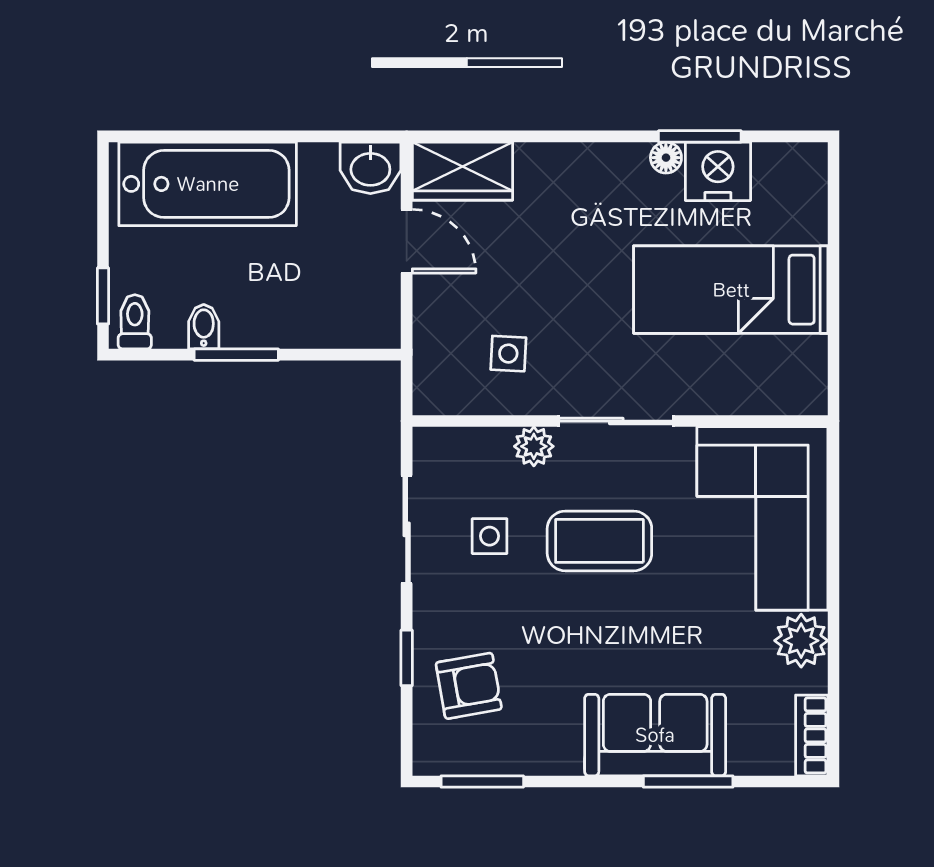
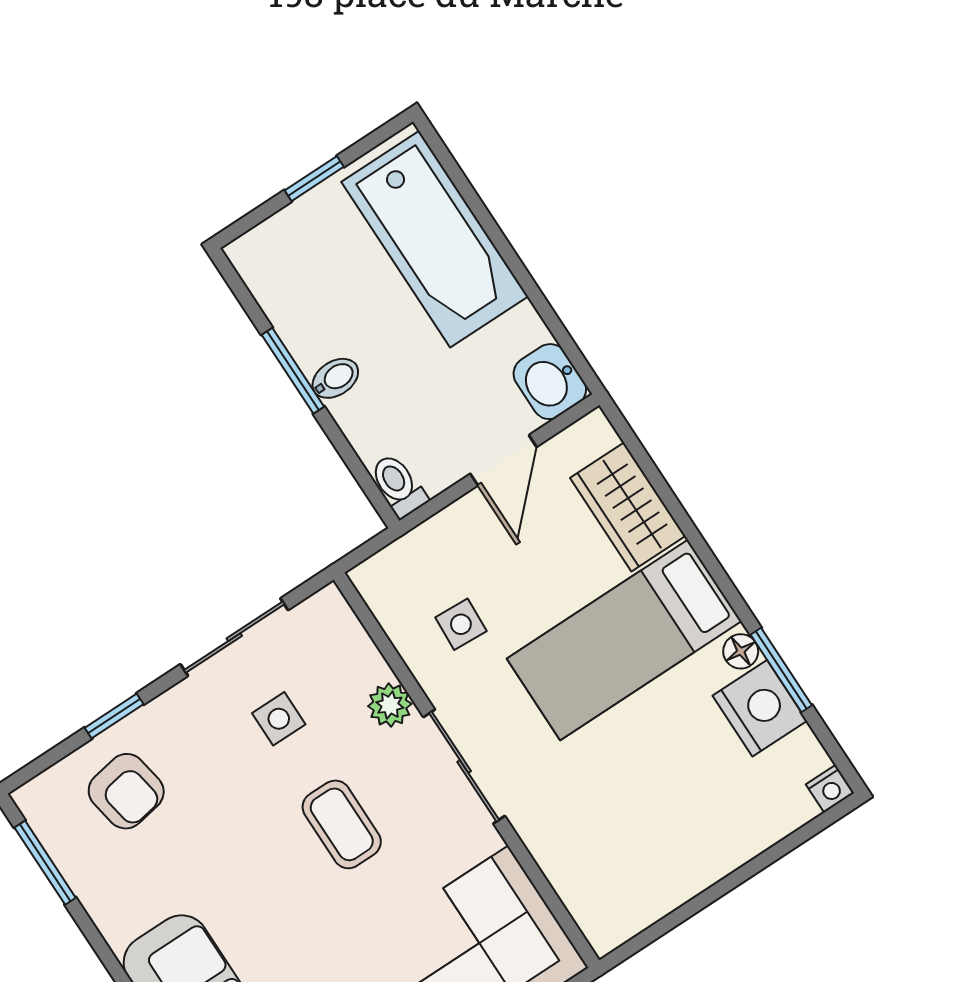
nightstand: (813, 158) -> (830, 789), added
wardrobe: (462, 171) -> (628, 507), moved
bed: (731, 290) -> (624, 640), moved, turned -90
window: (103, 296) -> (314, 179), moved
toilet: (135, 322) -> (398, 486), moved, turned -90
bidet: (204, 327) -> (335, 378), moved
coffee table: (599, 541) -> (342, 824), width x0.73, depth x0.77

